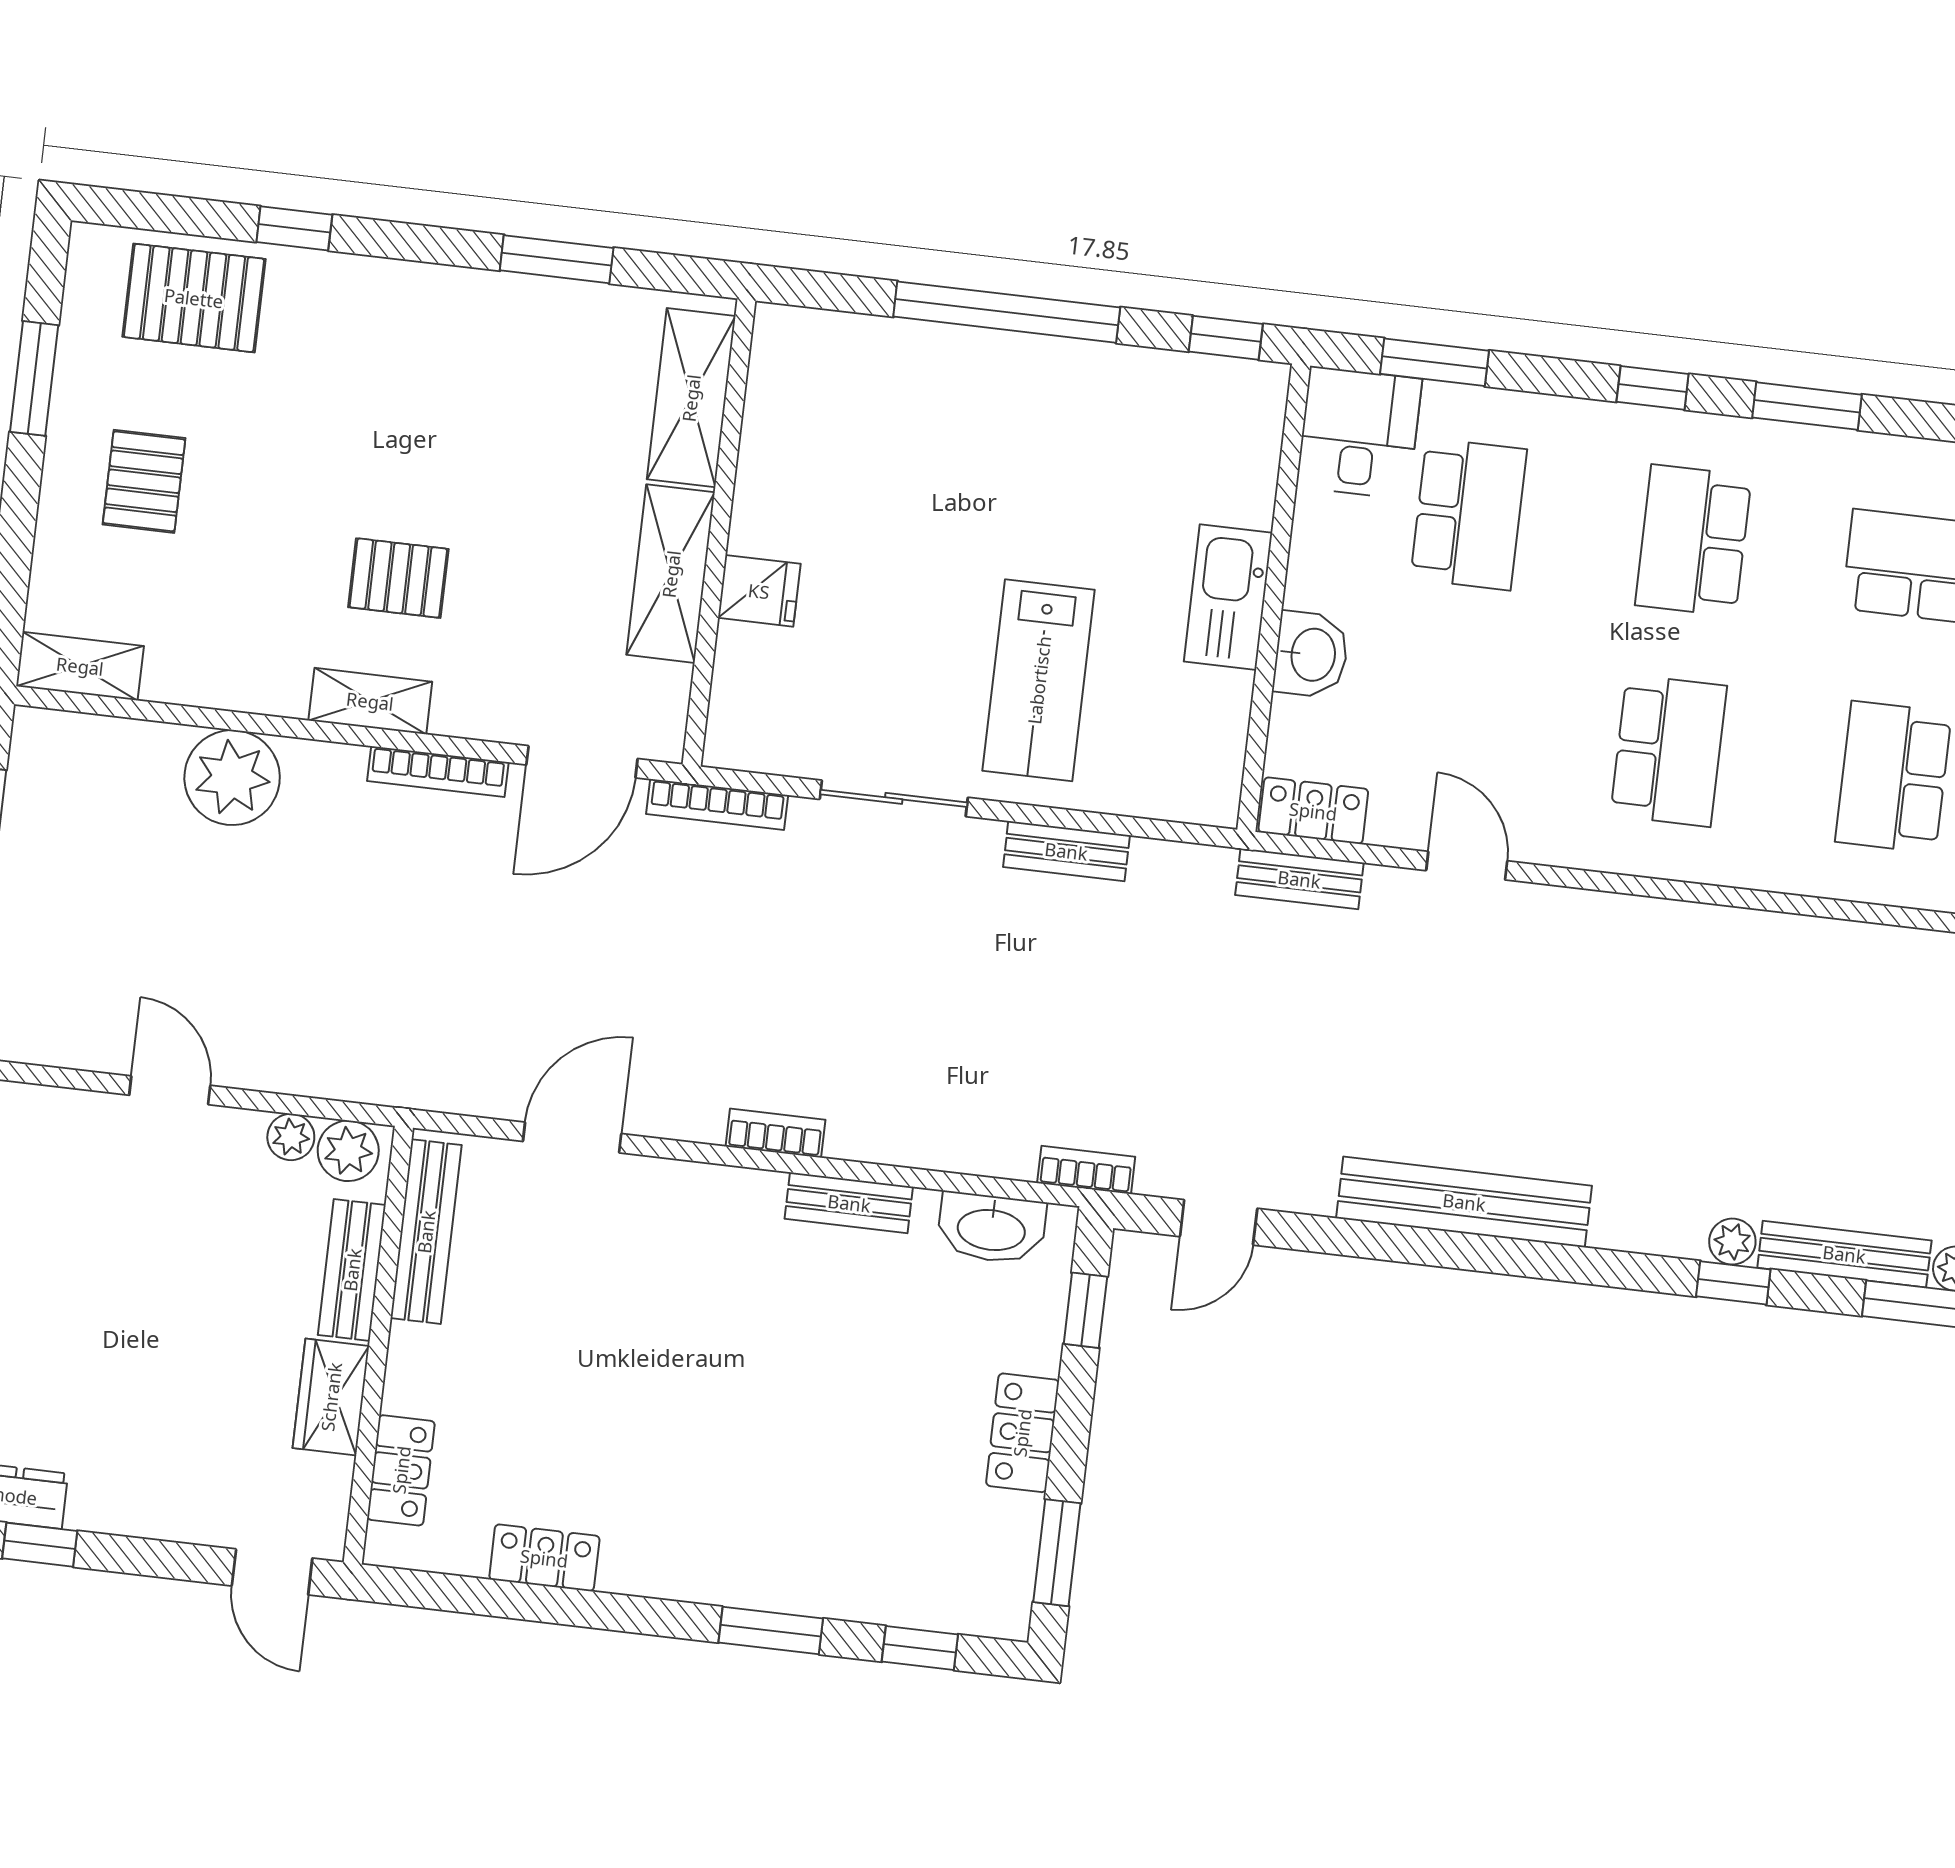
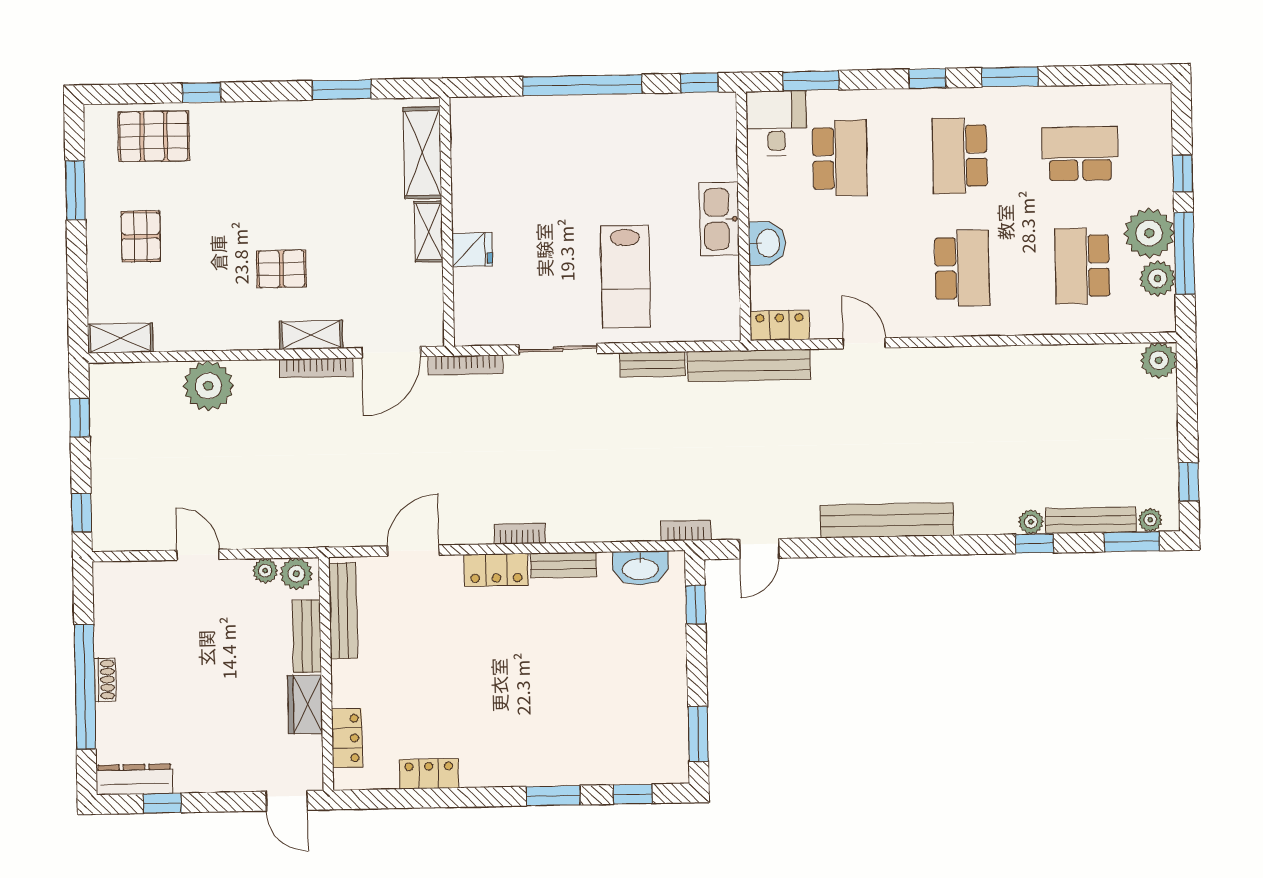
shelving: (671, 574) -> (429, 232), width x0.67, depth x0.75
shelving: (370, 701) -> (311, 335), moved
bench: (1299, 879) -> (749, 365), width x1.86, depth x1.21
locker: (1022, 1433) -> (496, 570), moved, turned -90

